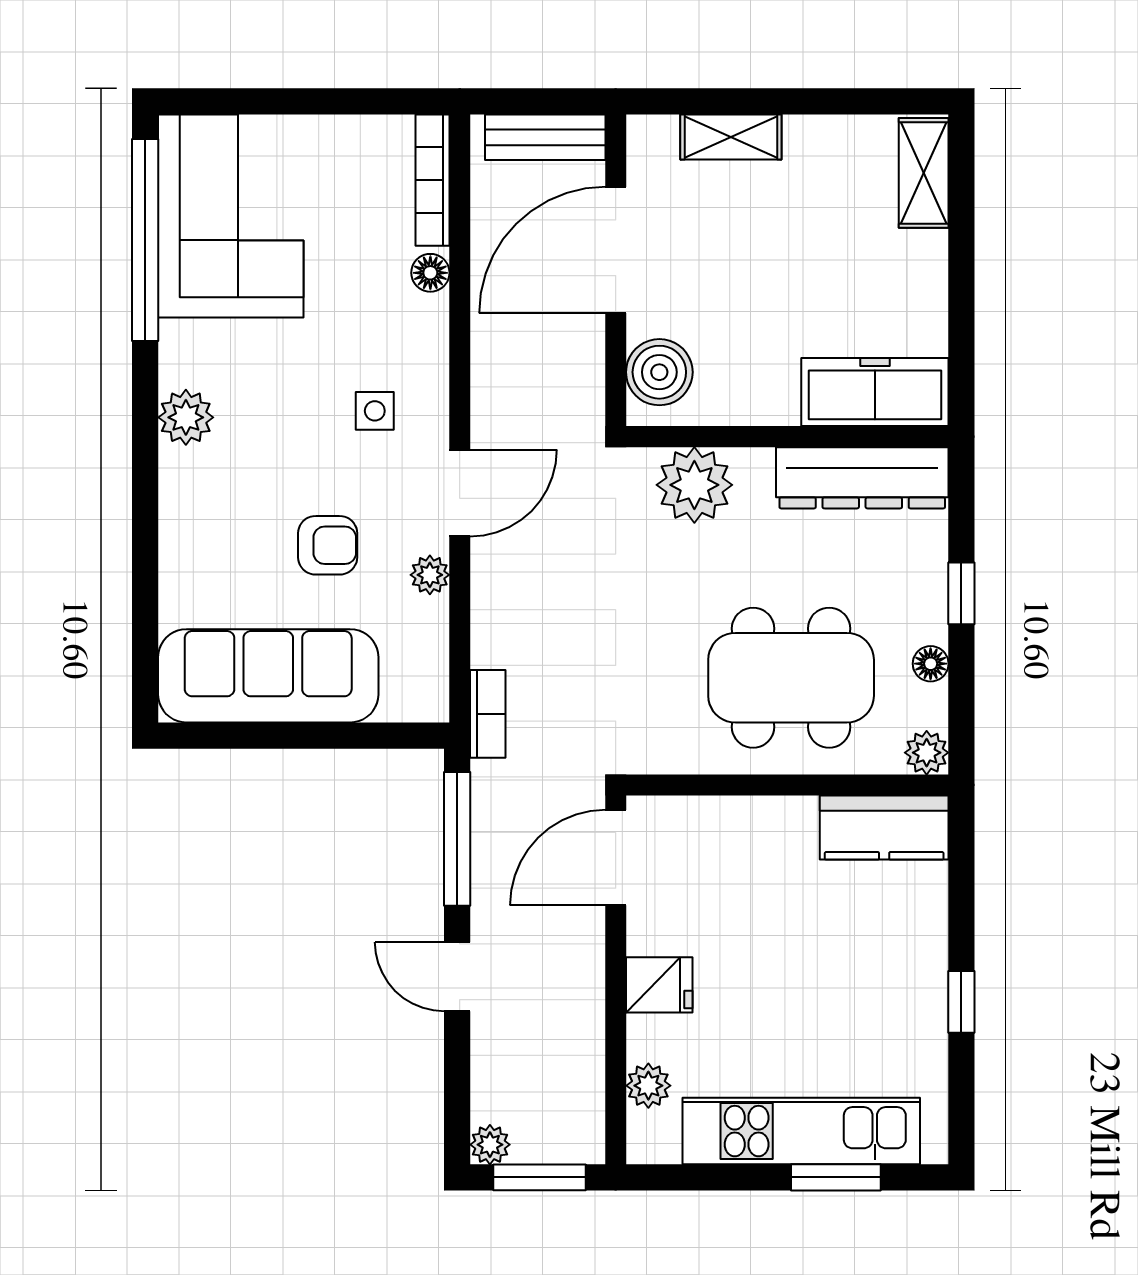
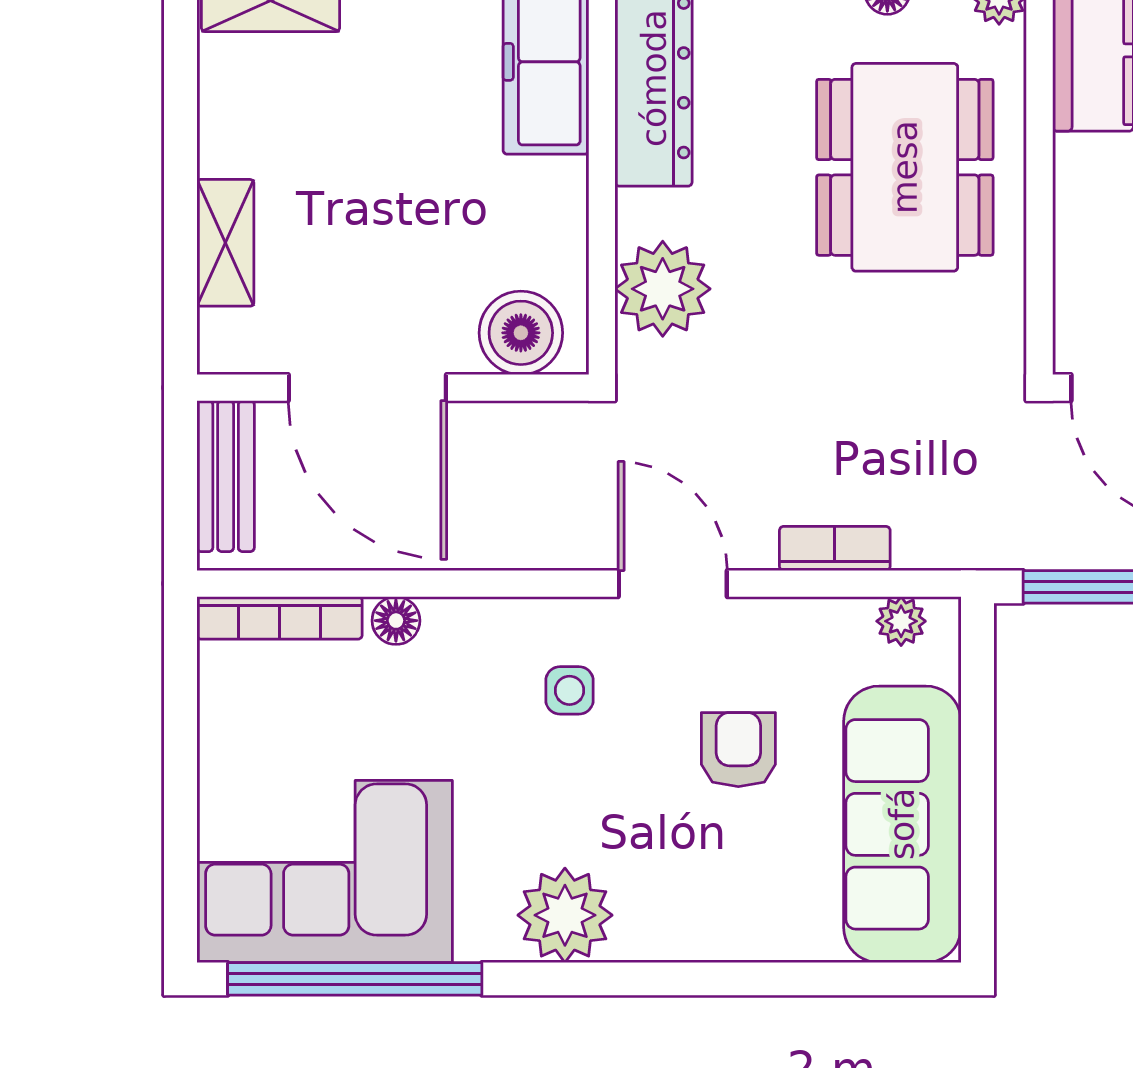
plant: (186, 417) -> (565, 915), width x1.36, depth x1.36
plant: (430, 575) -> (901, 621), moved
bookcase: (488, 714) -> (835, 548), moved

